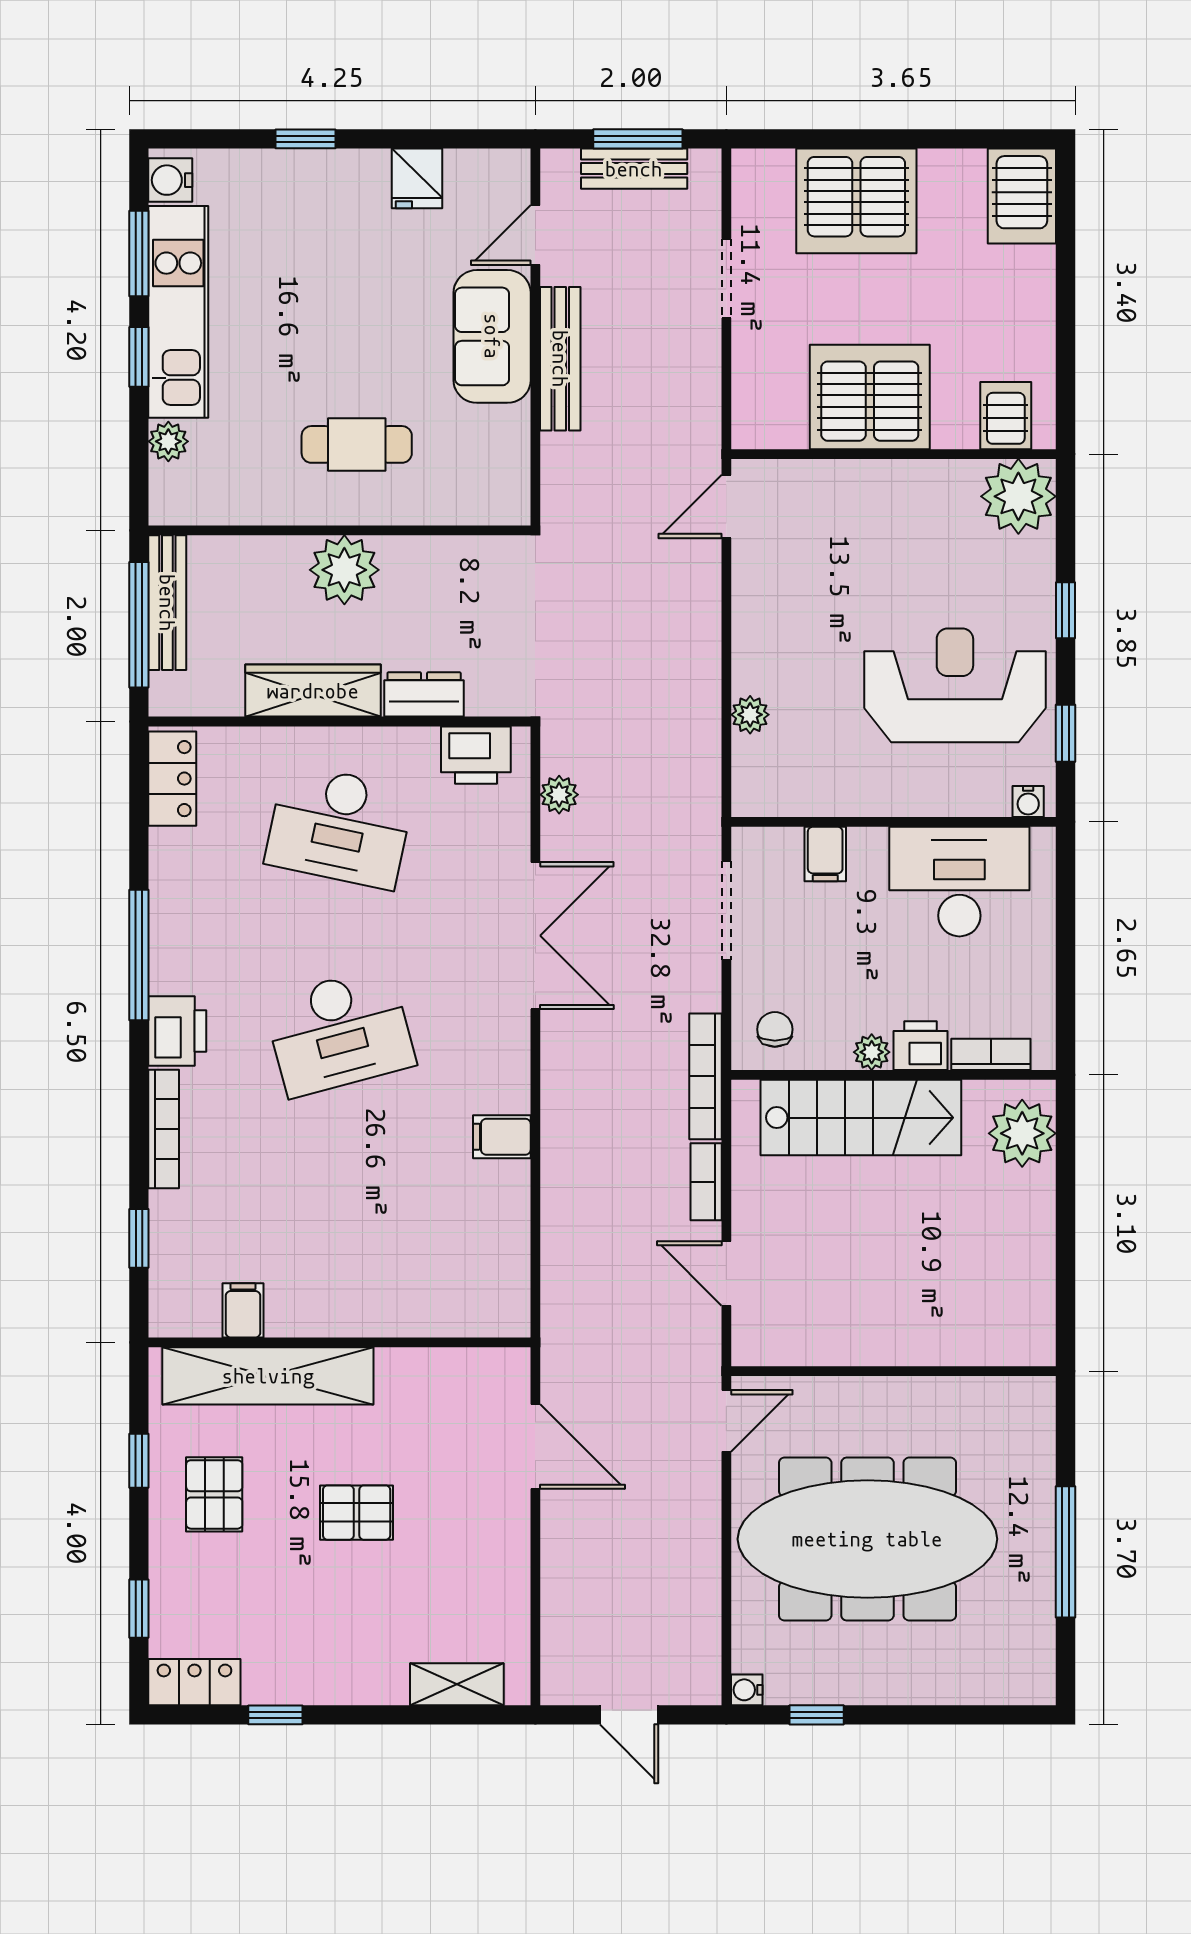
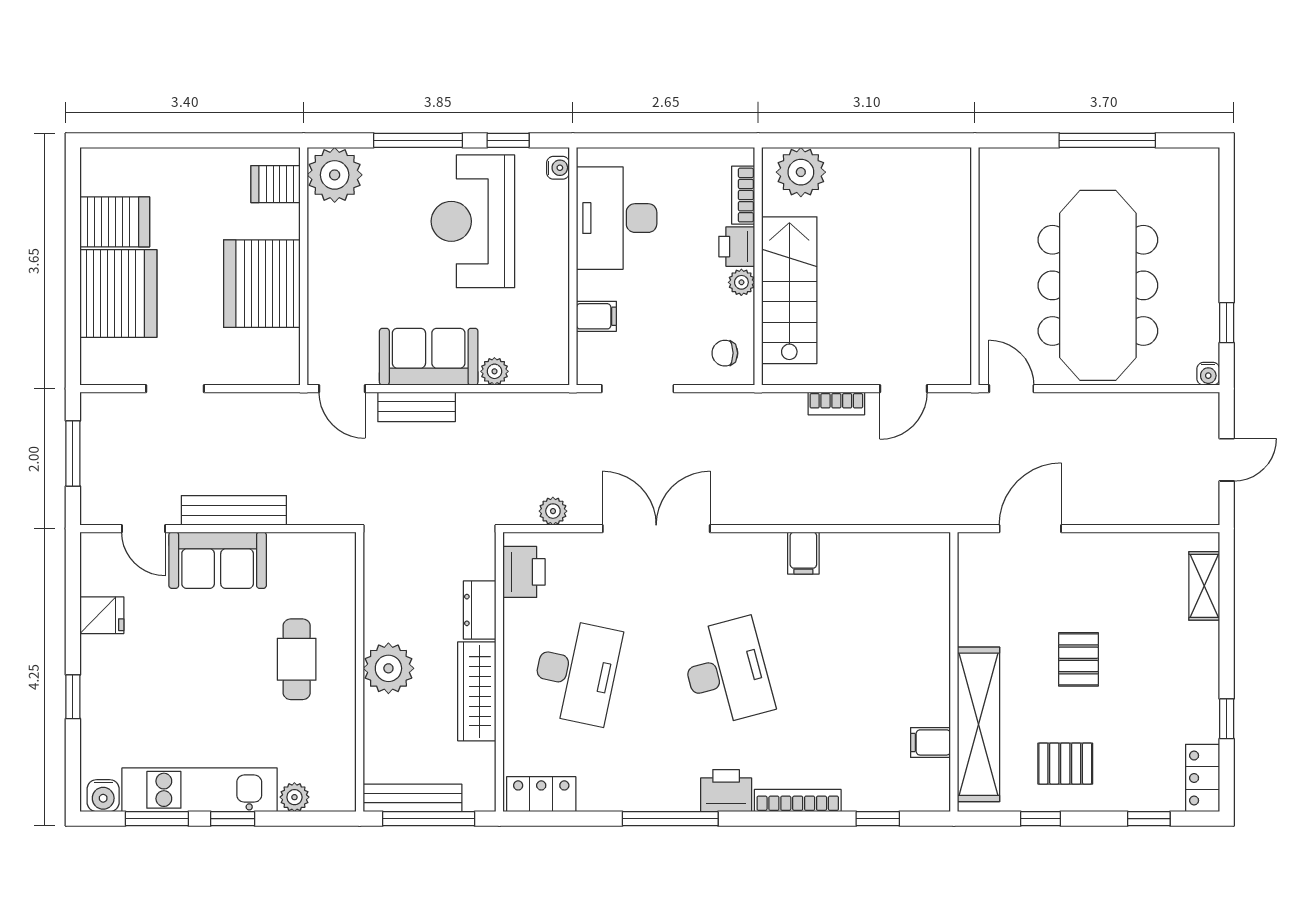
bench: (634, 169) -> (417, 407), moved, turned 90
server rack: (1022, 196) -> (115, 222), moved
window: (1065, 610) -> (418, 140), width x2.17
sofa: (770, 625) -> (429, 357), added
bookcase: (705, 1076) -> (759, 404), removed

